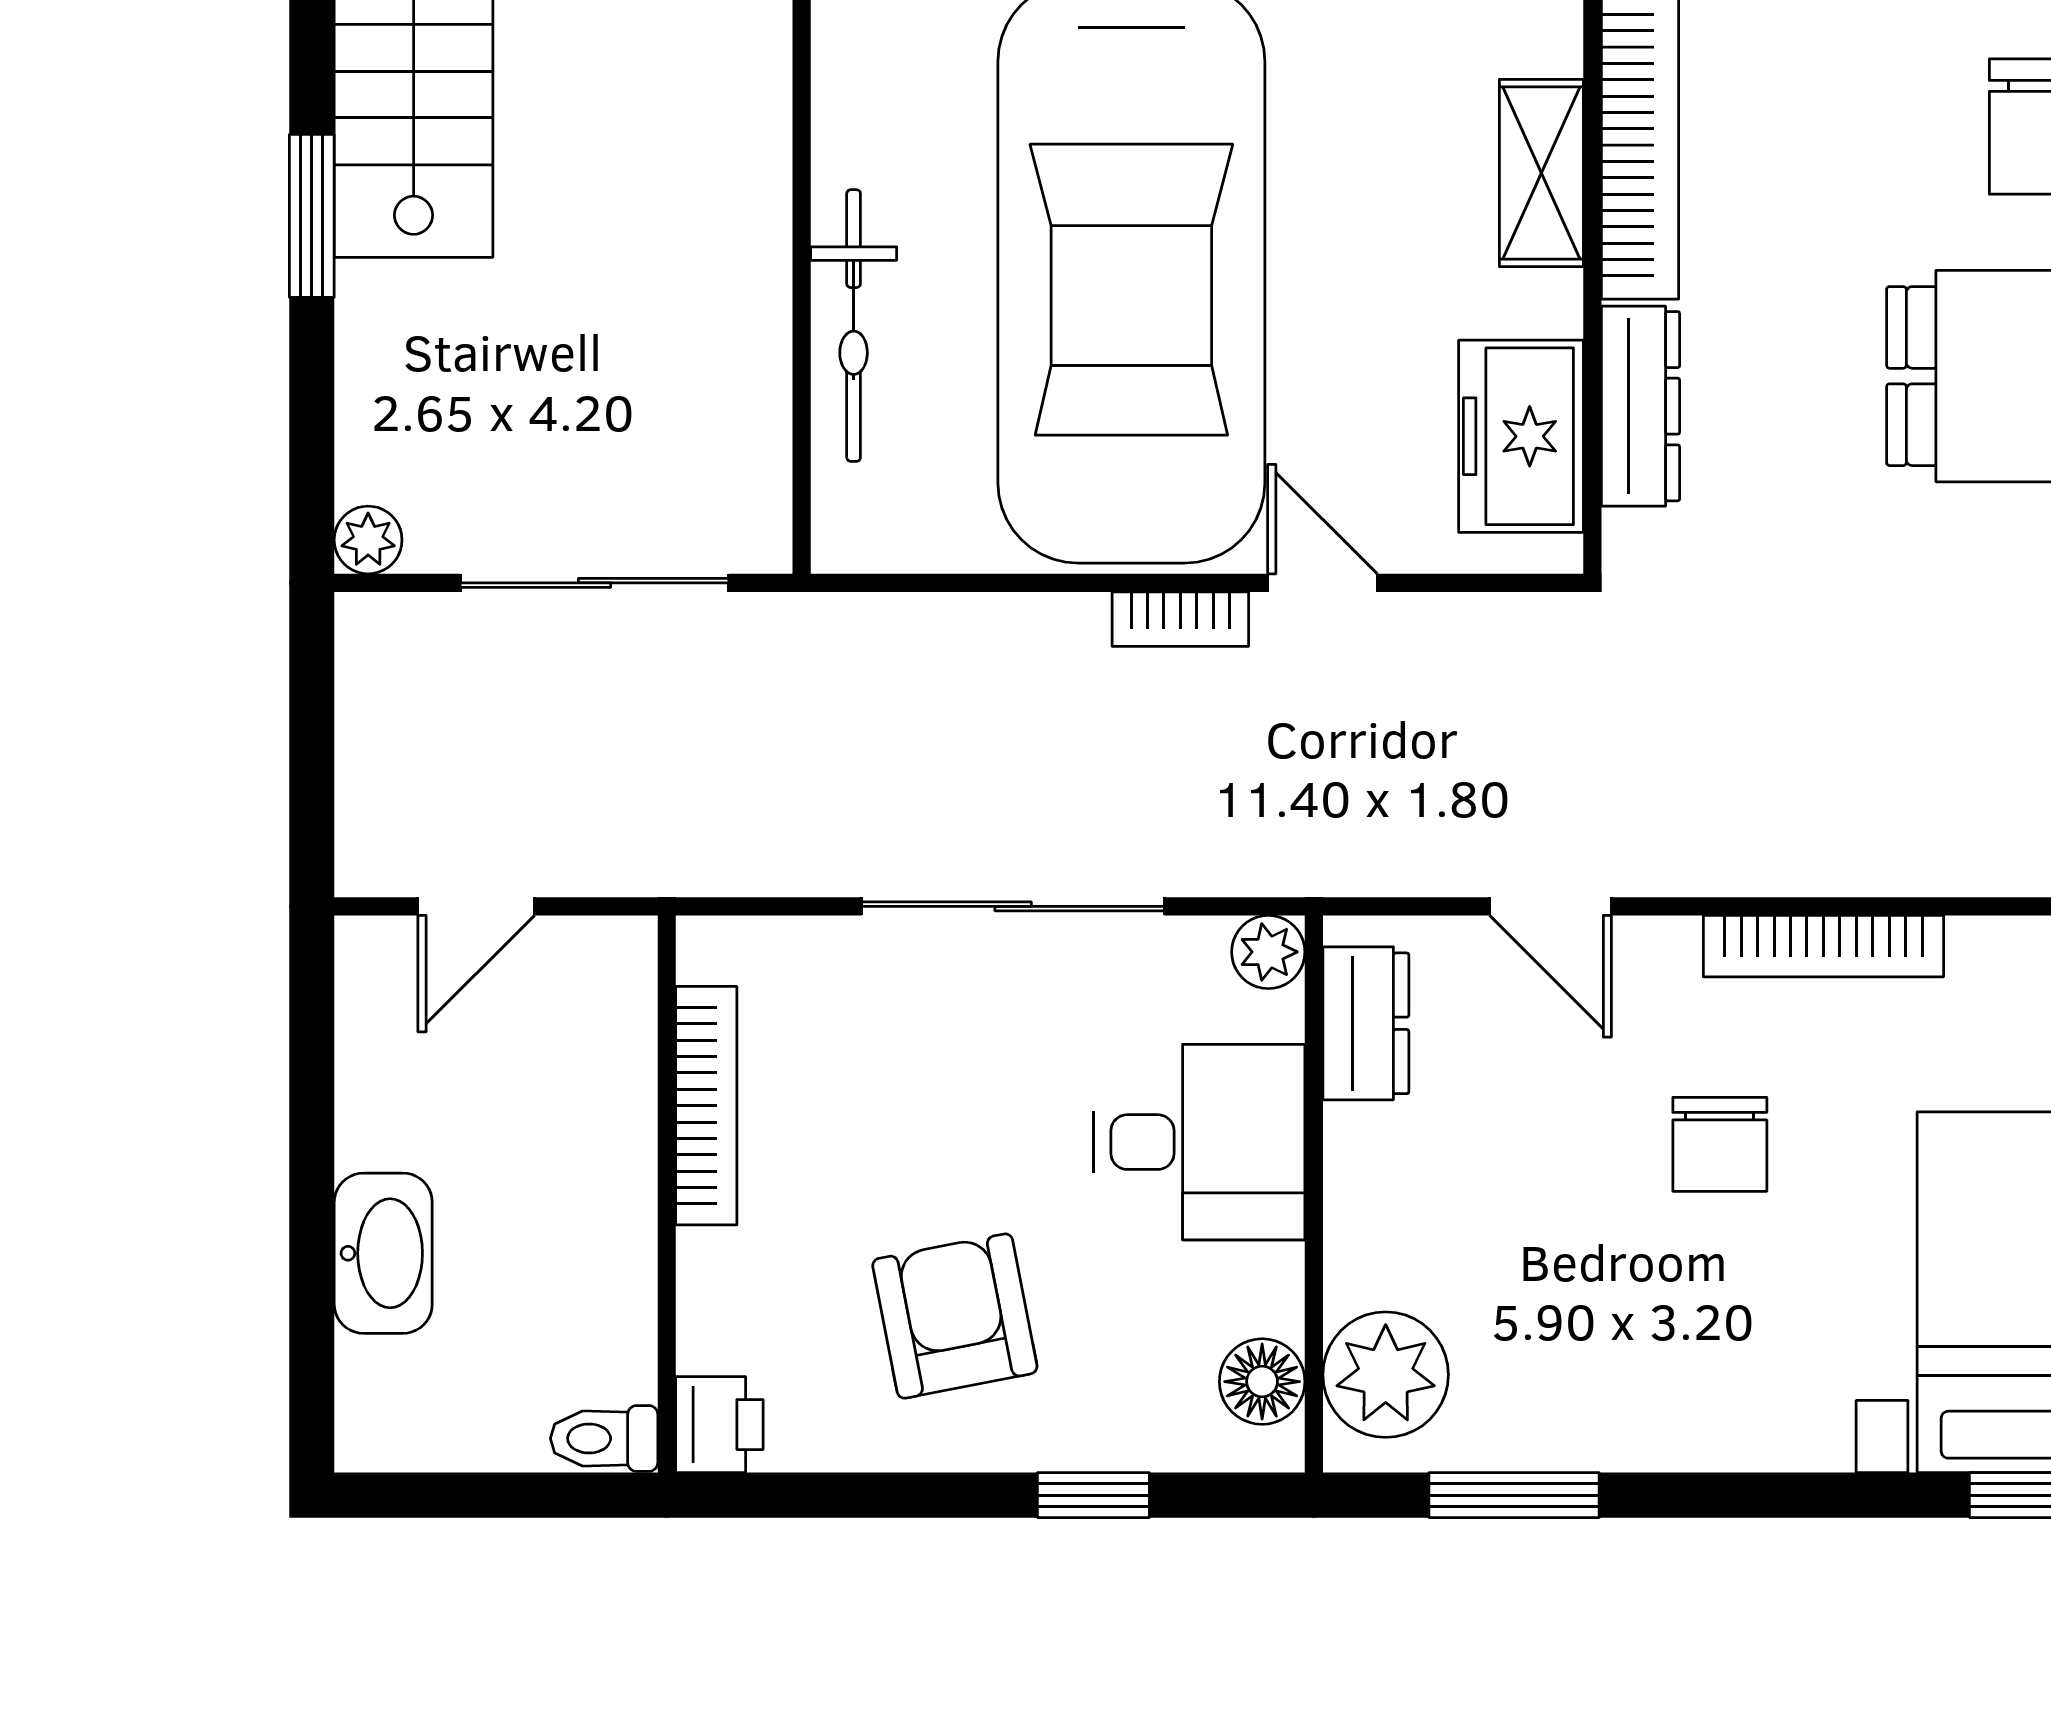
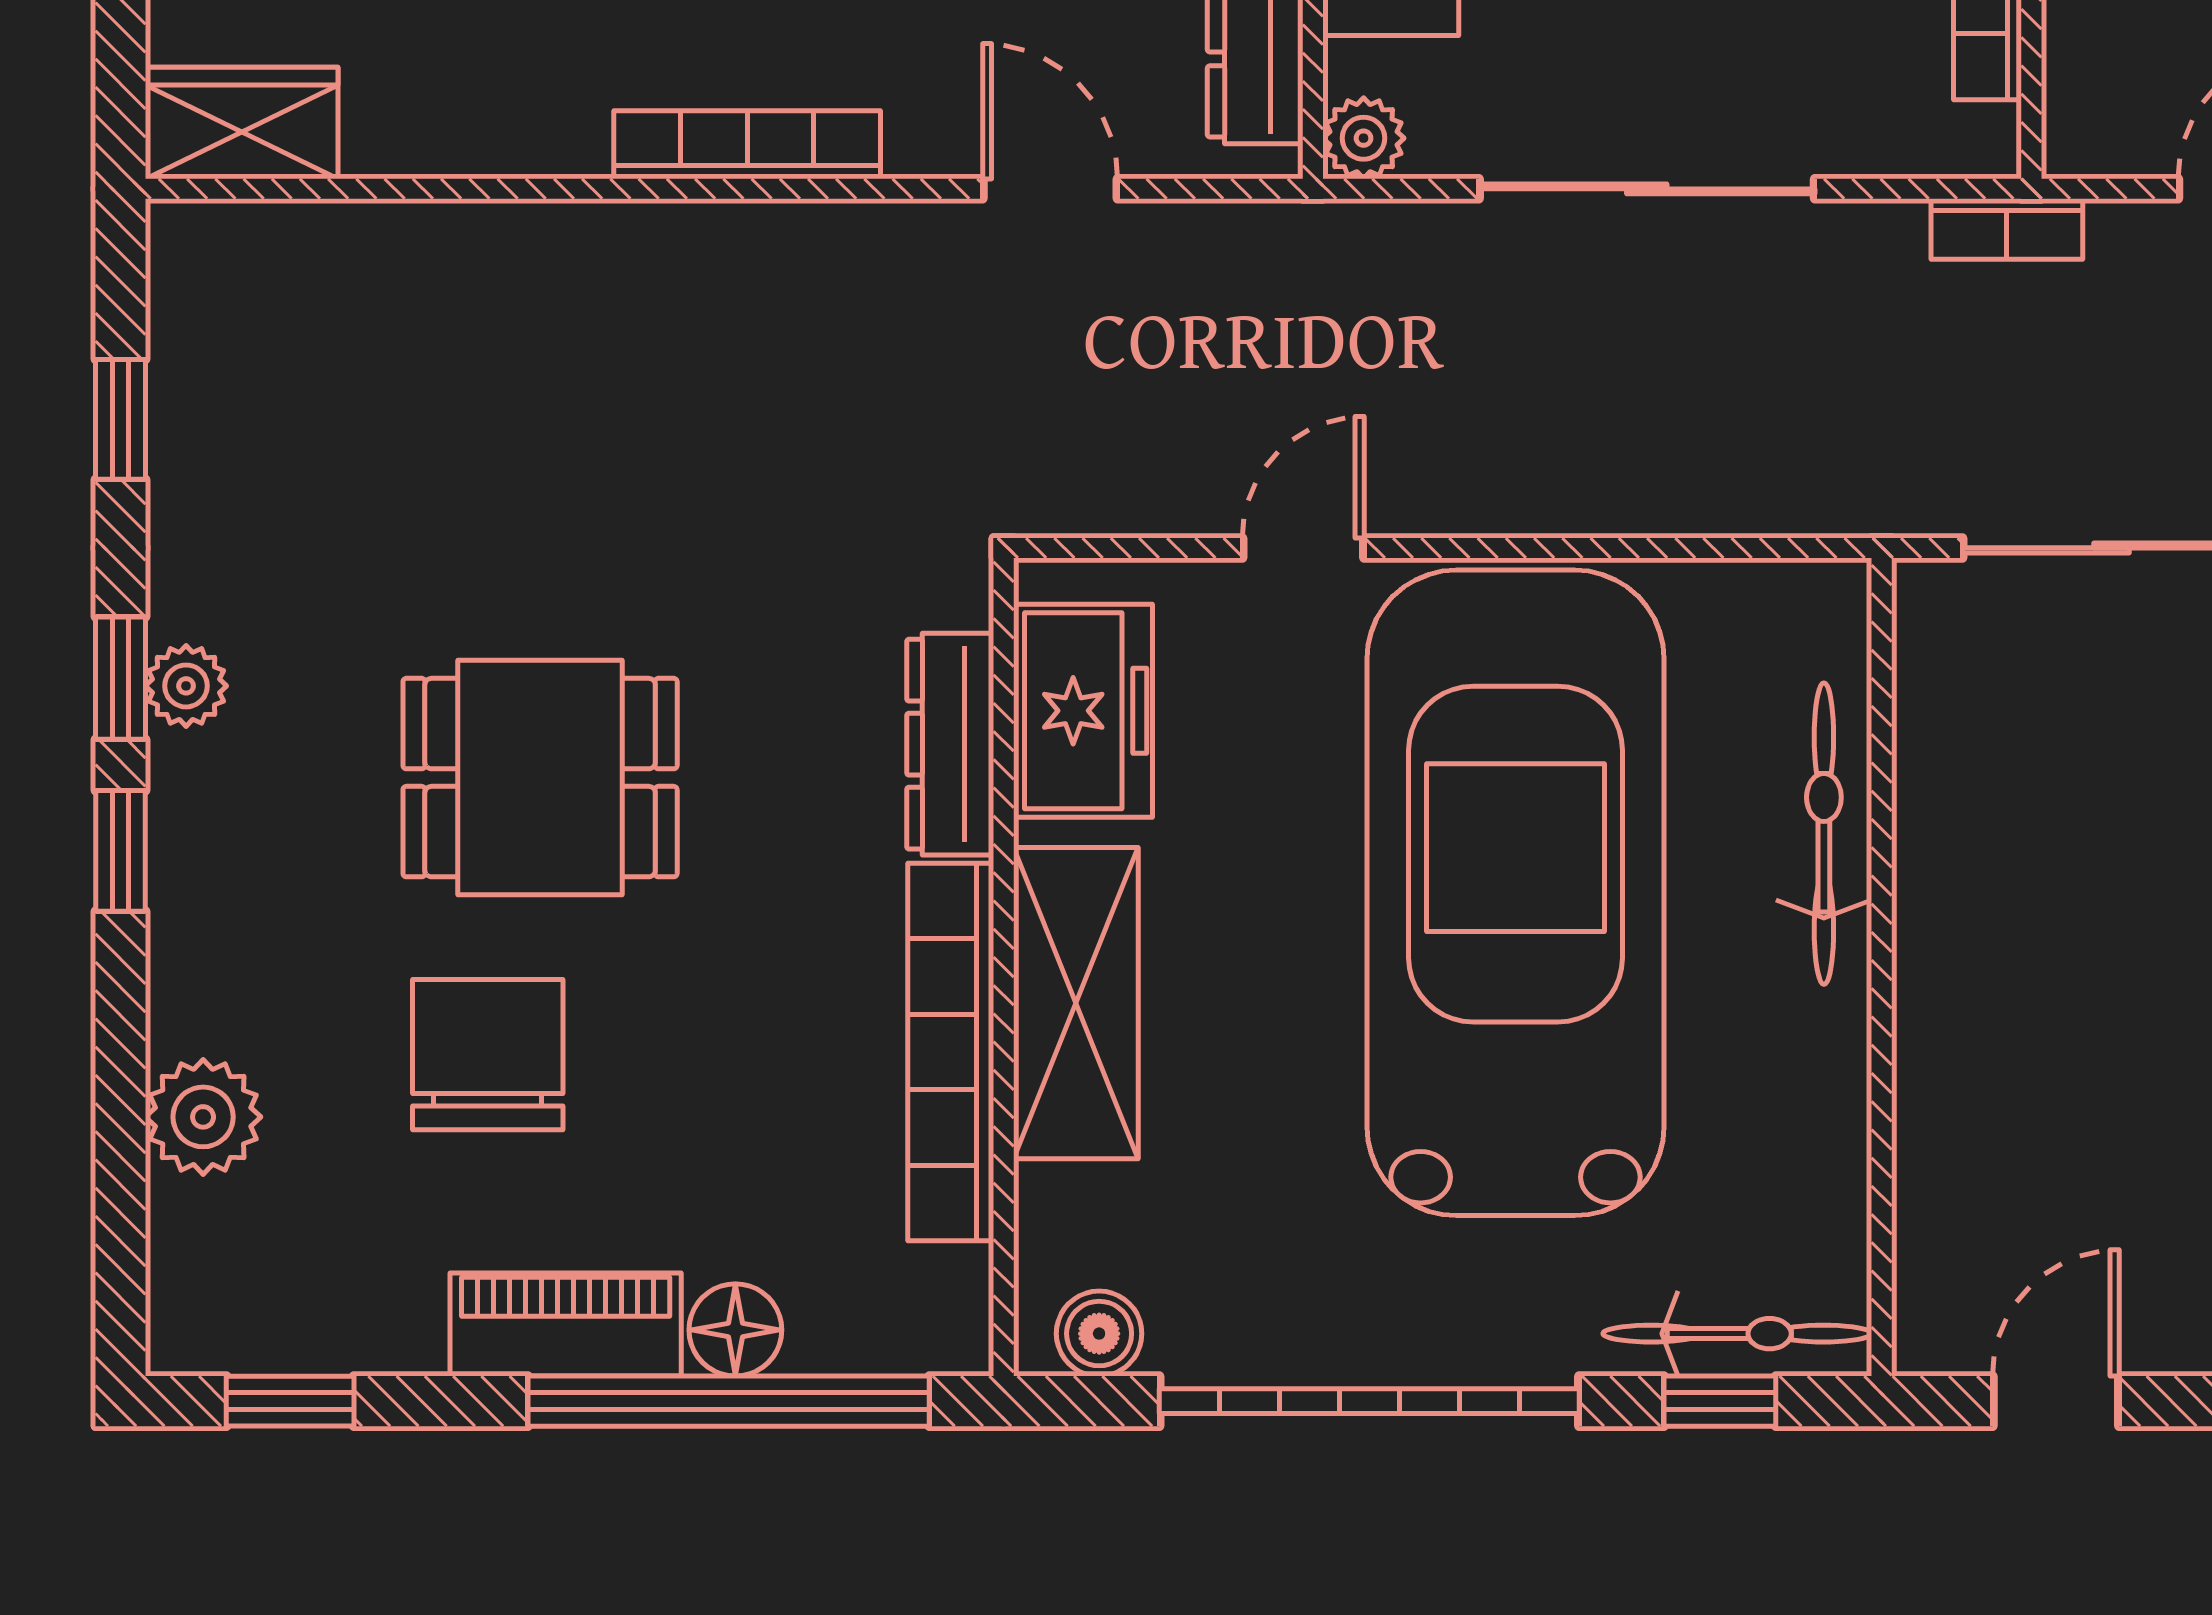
shelving: (1541, 173) -> (1076, 1003), width x1.50, depth x1.33
door: (1323, 583) -> (1303, 548), swing flipped
bookcase: (1180, 619) -> (2007, 229), moved, turned 180

